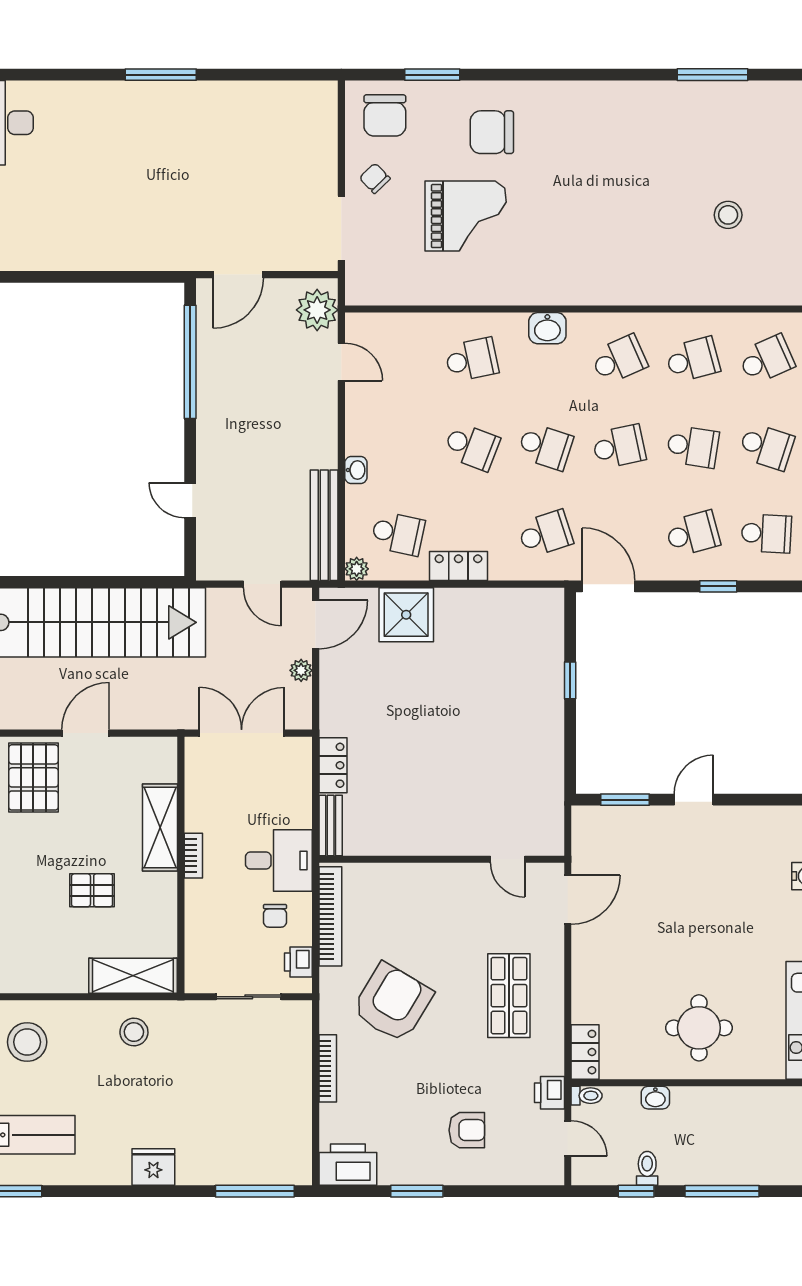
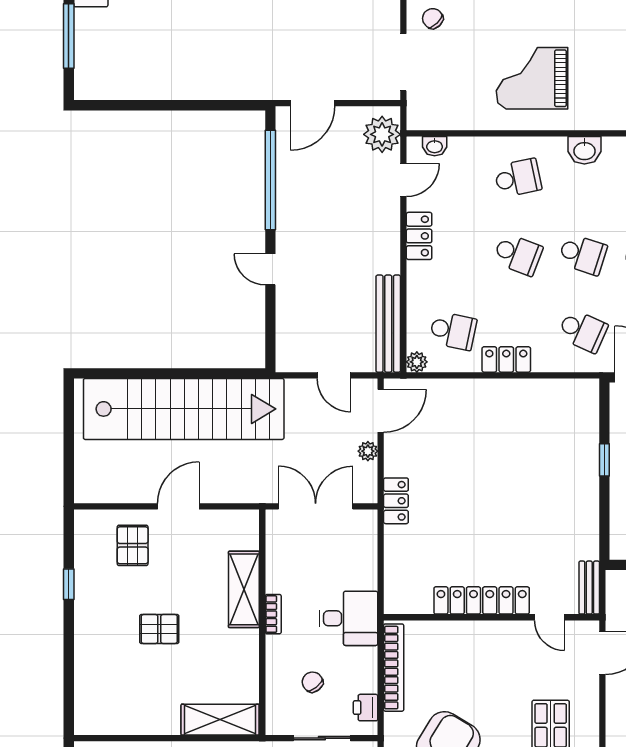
grand piano: (466, 216) -> (532, 78), moved, turned 180
door: (341, 362) -> (403, 180), hinge flipped
locker: (359, 426) -> (419, 236), added
washbasin: (356, 470) -> (435, 146), moved, turned 90
door: (190, 500) -> (270, 269), moved
school desk: (545, 534) -> (583, 331), turned 42
shower: (406, 615) -> (460, 402), removed
locker: (333, 765) -> (396, 501), moved
pallet: (33, 777) -> (133, 545), width x0.67, depth x0.71
bench: (331, 825) -> (589, 588), moved
locker: (430, 840) -> (482, 600), added
pallet: (92, 890) -> (159, 629), moved
chair: (275, 916) -> (312, 682), moved, turned 142

